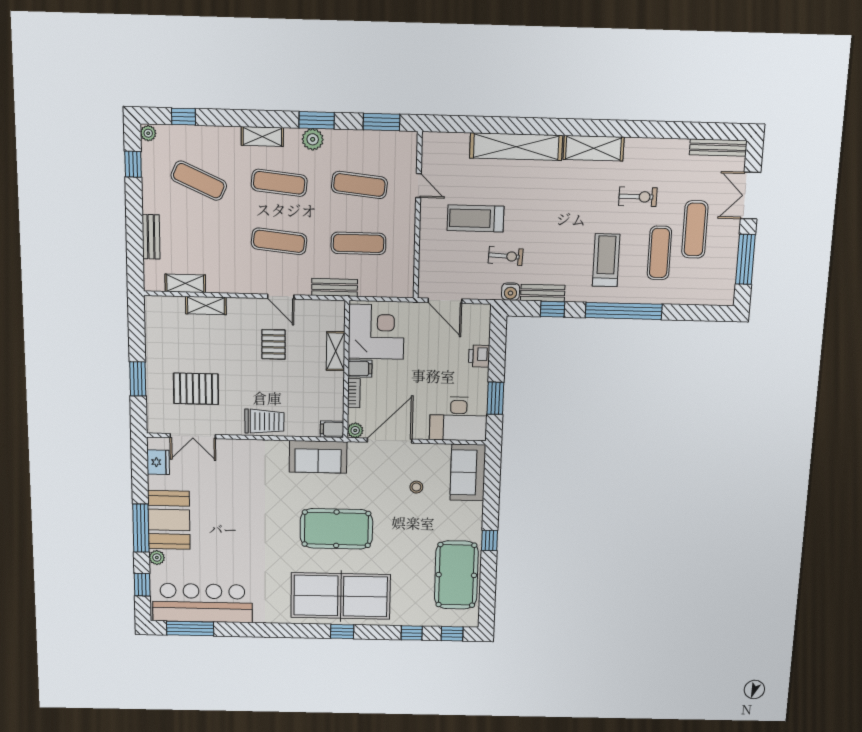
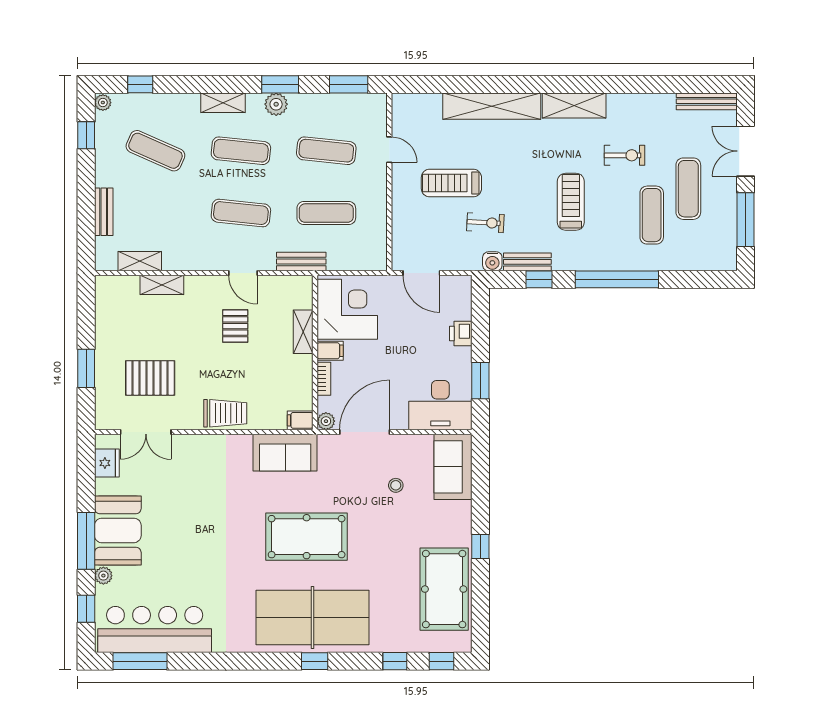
treadmill: (606, 260) -> (571, 202), moved

